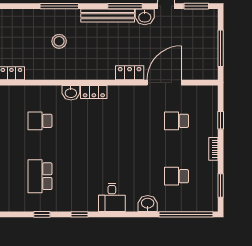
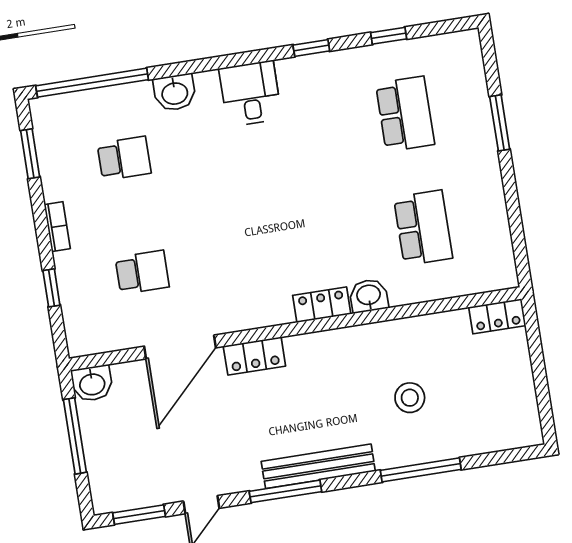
washbasin: (145, 17) -> (92, 383), moved, turned 180
school desk: (40, 121) -> (423, 228), width x1.85

